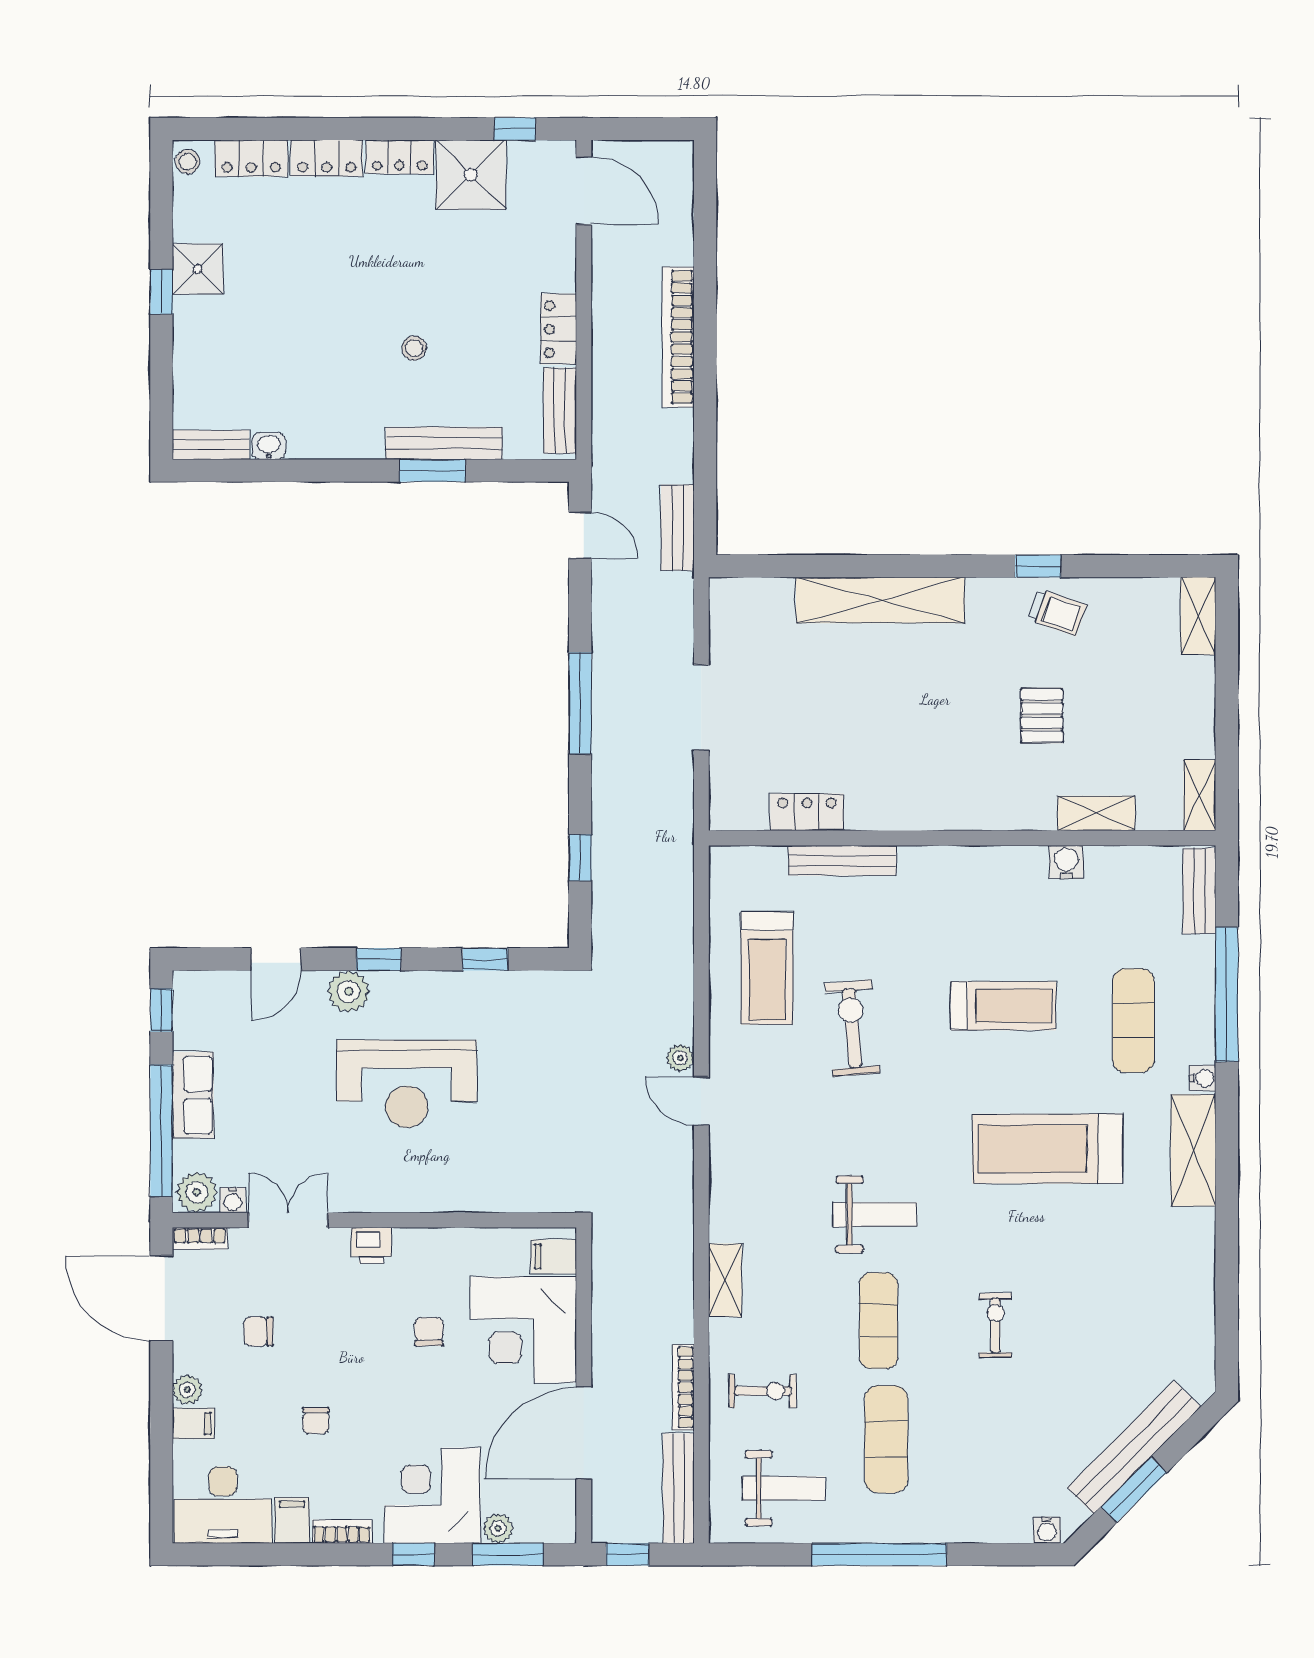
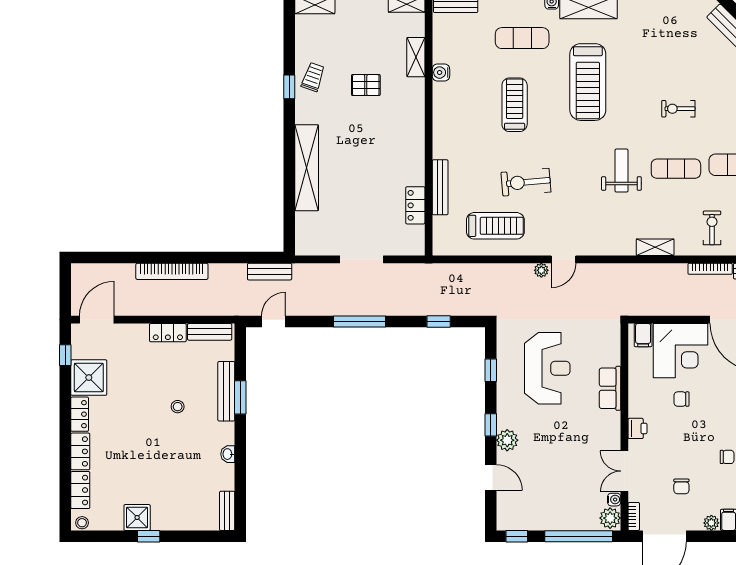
washbasin: (269, 446) -> (228, 454), moved
reception desk: (407, 1084) -> (547, 368), moved
row of seats: (193, 1095) -> (610, 388), moved, turned -90

